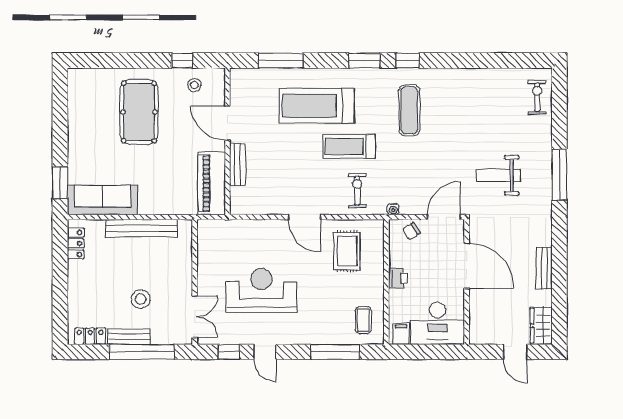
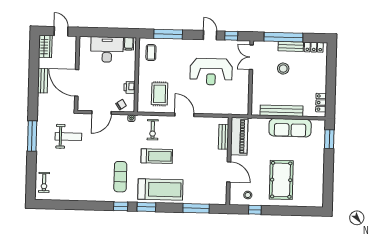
treadmill: (317, 106) -> (160, 189), moved
bench: (238, 165) -> (224, 137), moved
sofa: (103, 200) -> (290, 128), moved
door: (467, 266) -> (77, 83), moved
printer: (398, 278) -> (130, 87), moved
wall: (467, 282) -> (77, 73), moved

